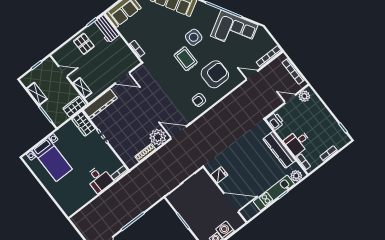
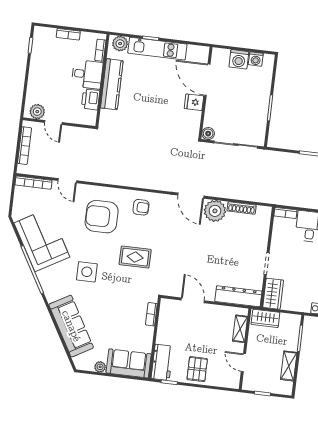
rug: (186, 59) -> (135, 257), moved, turned 90
printer: (275, 121) -> (91, 99), moved
boiler: (202, 174) -> (208, 134), added
fridge: (219, 175) -> (194, 102), moved

